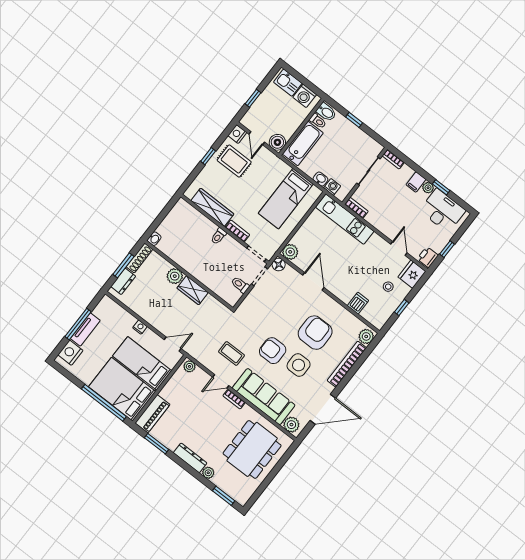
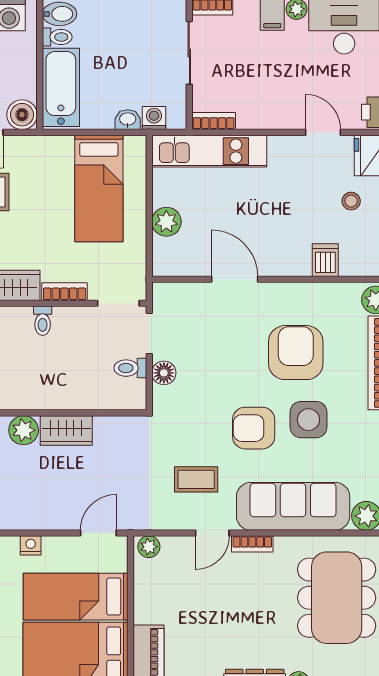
plant: (290, 252) -> (166, 222), moved
floor lamp: (279, 265) -> (164, 373), moved

